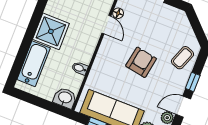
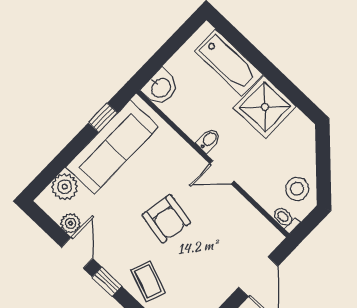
floor lamp: (118, 13) -> (251, 215), removed
door: (106, 25) -> (222, 172), moved
bidet: (80, 68) -> (209, 140), moved

